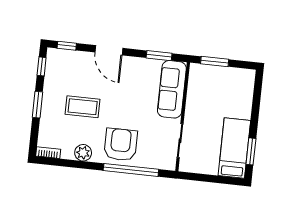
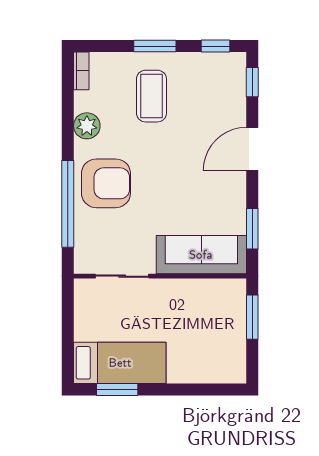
coffee table: (83, 107) -> (151, 96), moved

